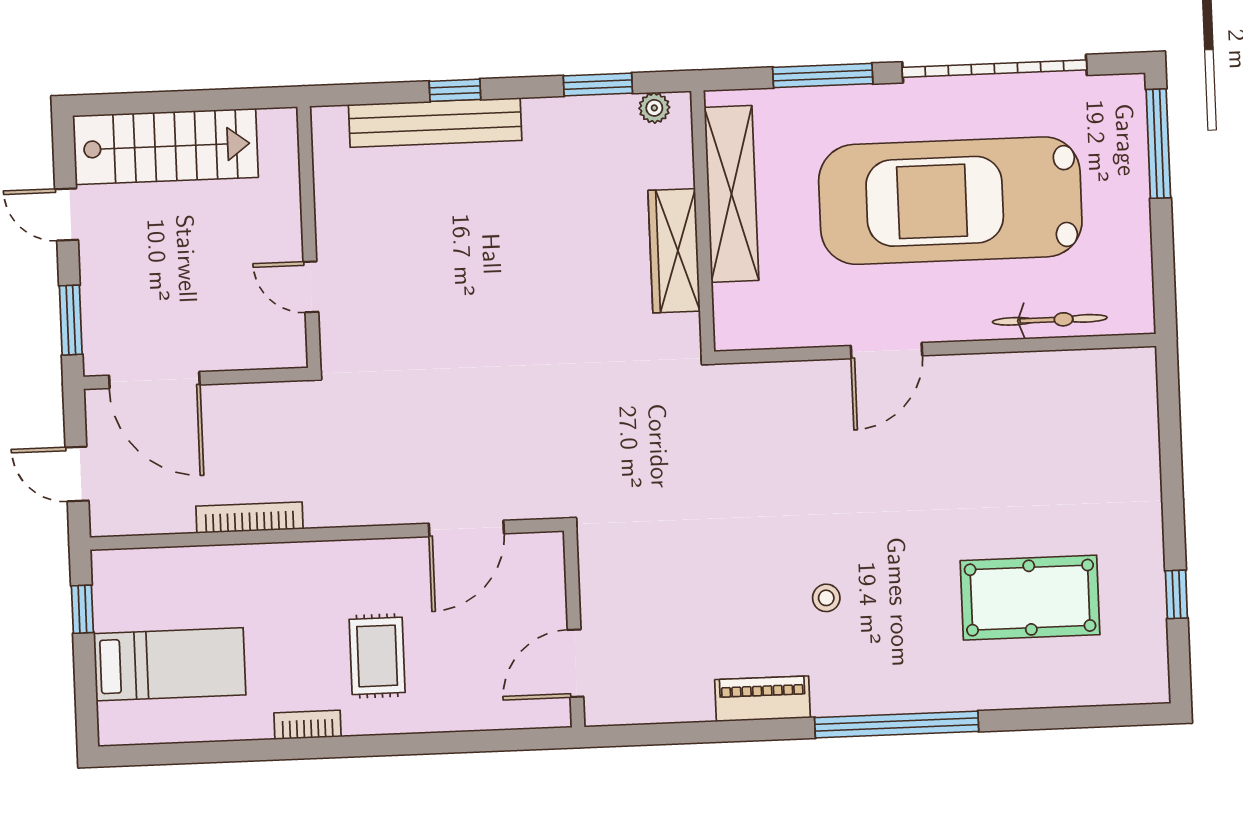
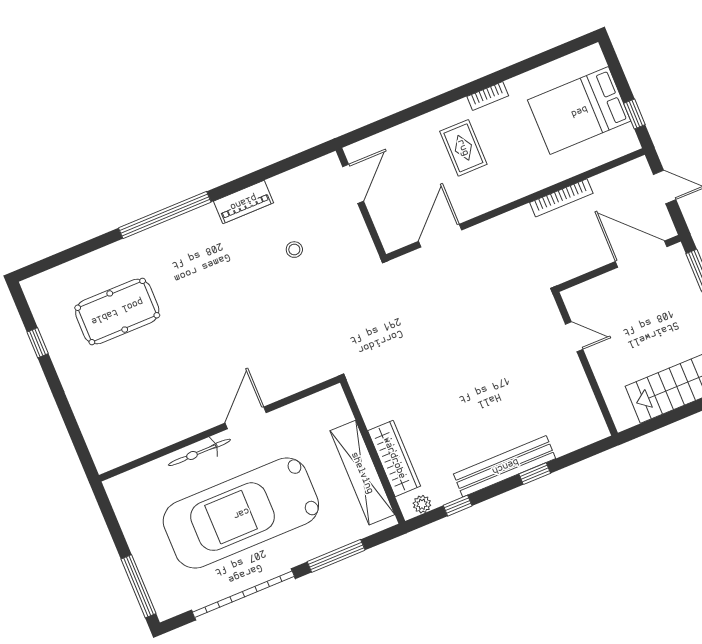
window: (598, 85) -> (458, 506), width x0.67
bench: (435, 123) -> (505, 466), moved
car: (950, 201) -> (241, 513), turned 180
wardrobe: (674, 251) -> (394, 458), moved
bicycle: (1050, 320) -> (199, 452), moved
stool: (826, 598) -> (294, 250), moved
bed: (170, 664) -> (579, 111), width x1.50

